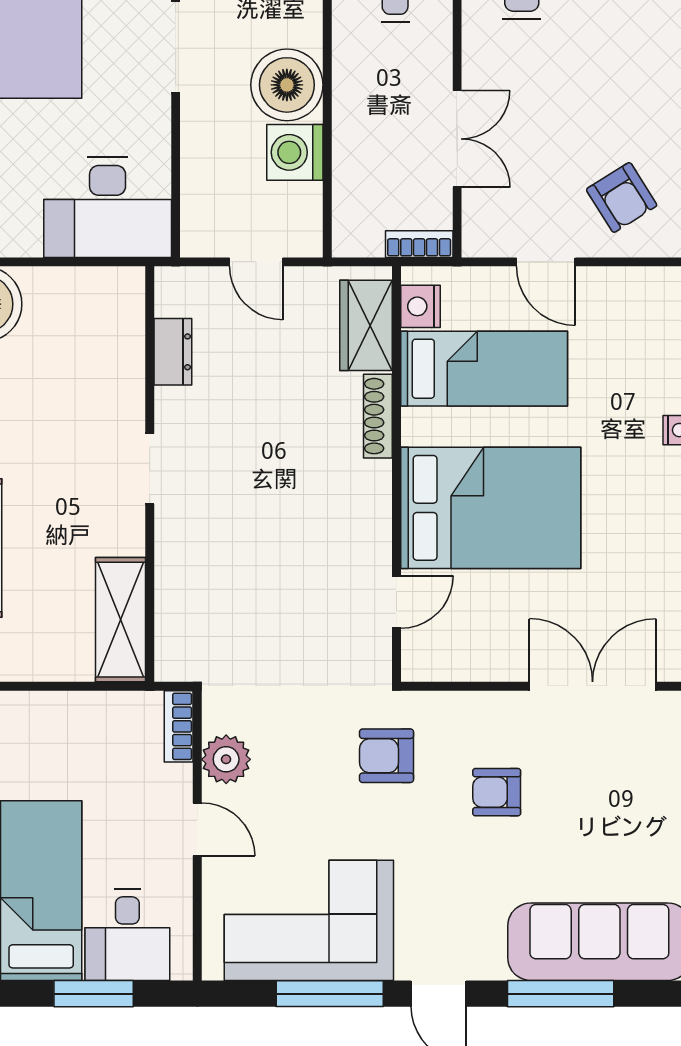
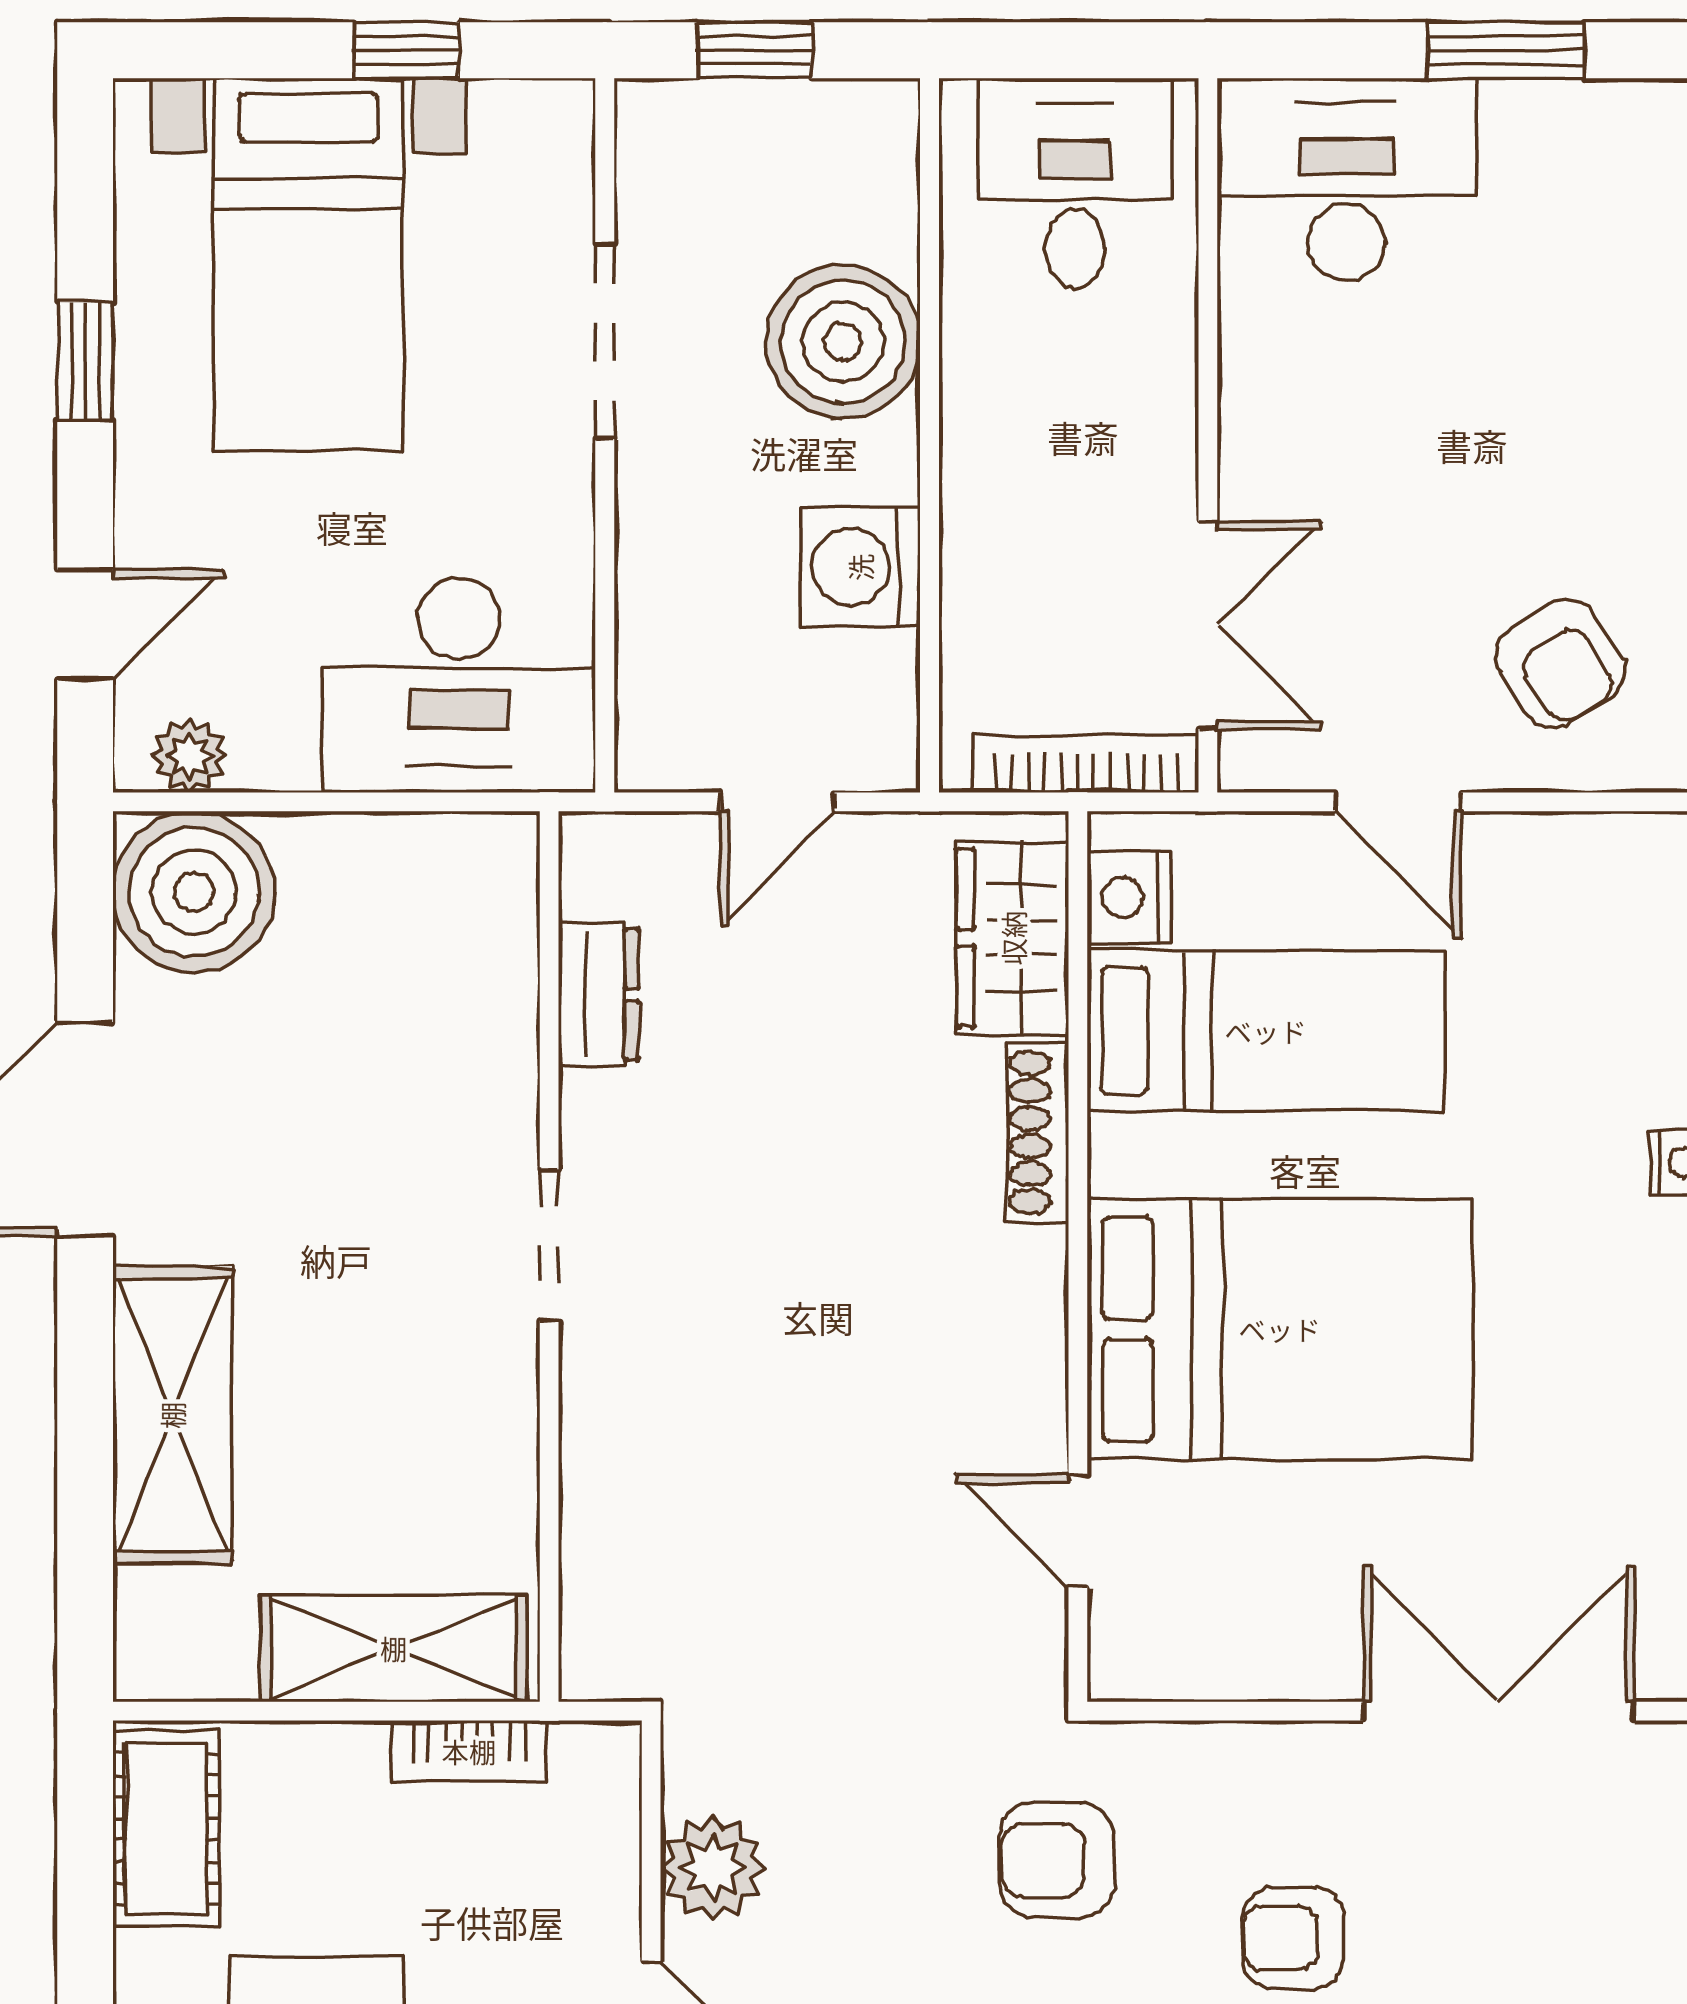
boiler: (287, 85) -> (843, 342), moved
double door: (457, 139) -> (1208, 625), moved
bookcase: (419, 244) -> (1086, 764), width x1.56
door: (256, 262) -> (777, 802), hinge flipped
door: (396, 602) -> (1078, 1530), swing flipped
shelving: (120, 620) -> (394, 1648), moved, turned 90
bookcase: (179, 726) -> (469, 1751), moved, turned -90

